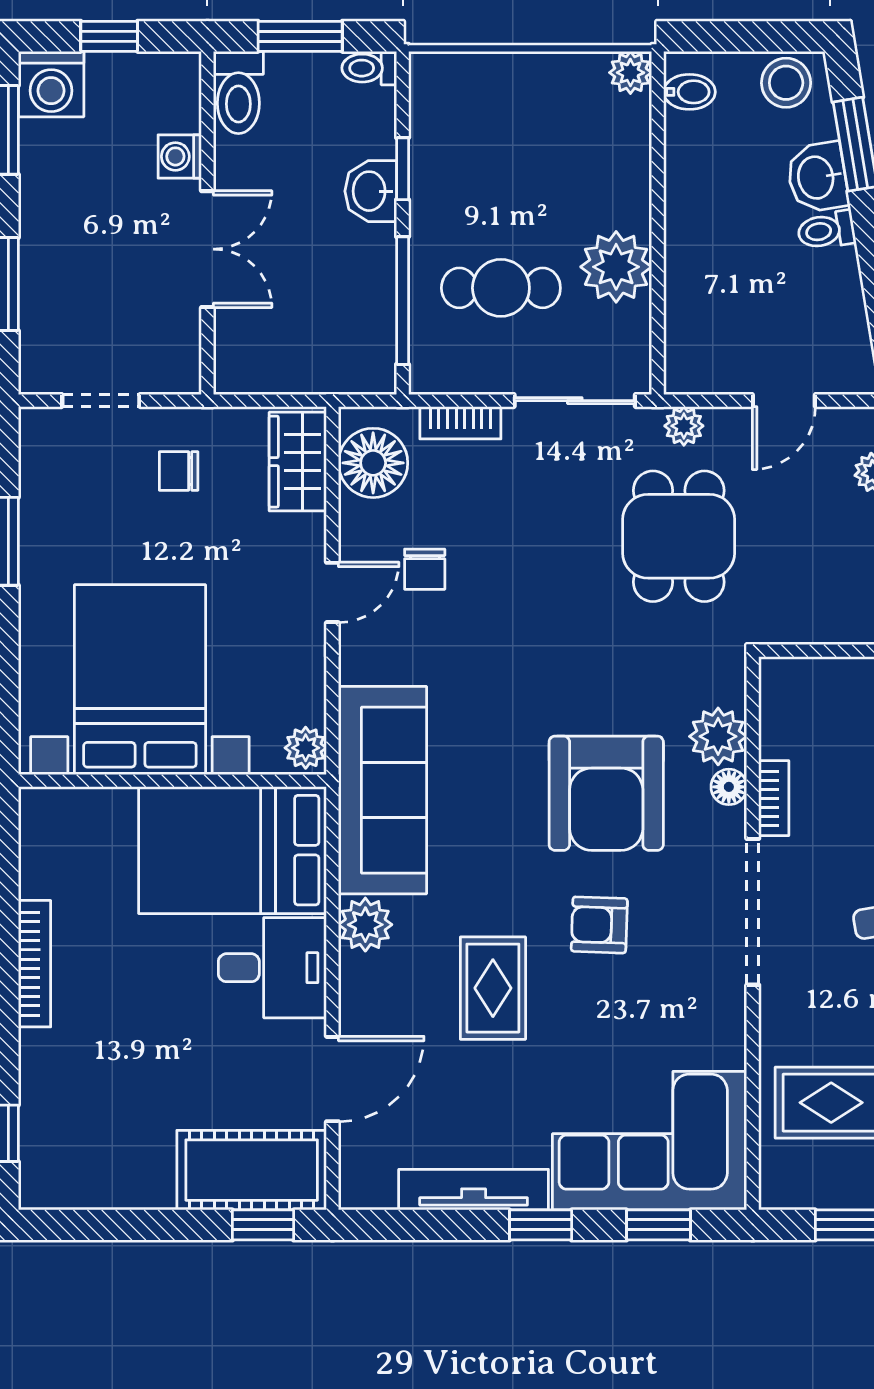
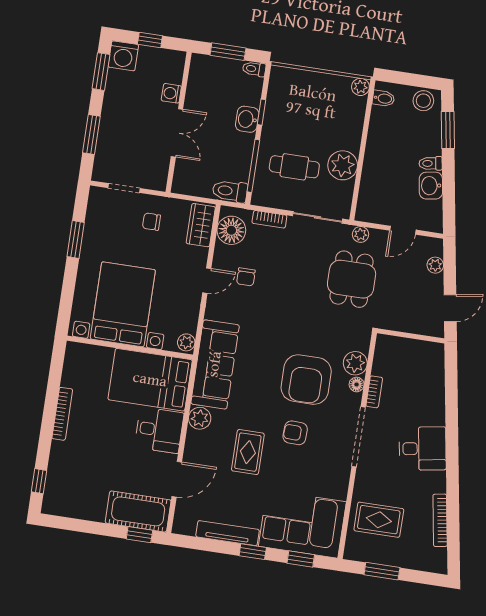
toilet: (238, 92) -> (230, 191), moved, turned 90
washbasin: (817, 177) -> (431, 186), moved

